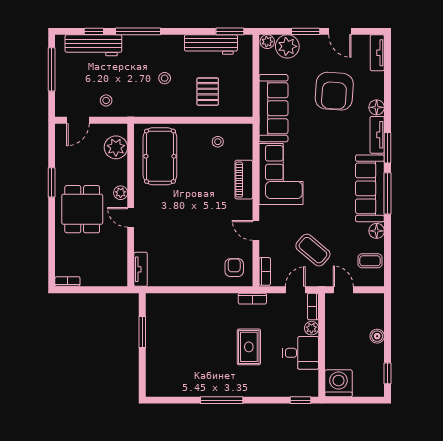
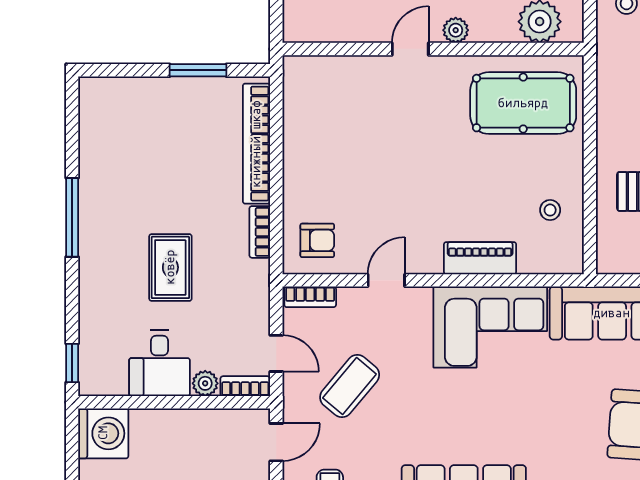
tv unit: (141, 269) -> (314, 67), removed
bookcase: (252, 299) -> (260, 232), moved
bookcase: (182, 300) -> (256, 144), added
rug: (249, 347) -> (170, 267), turned 90

